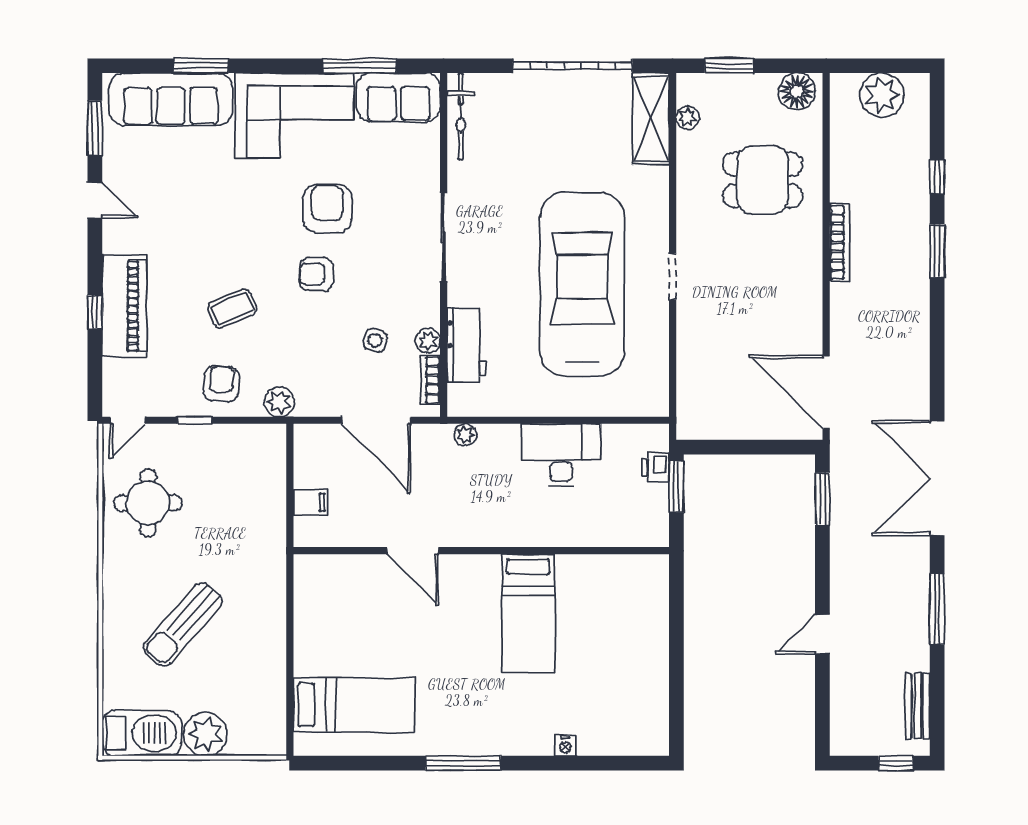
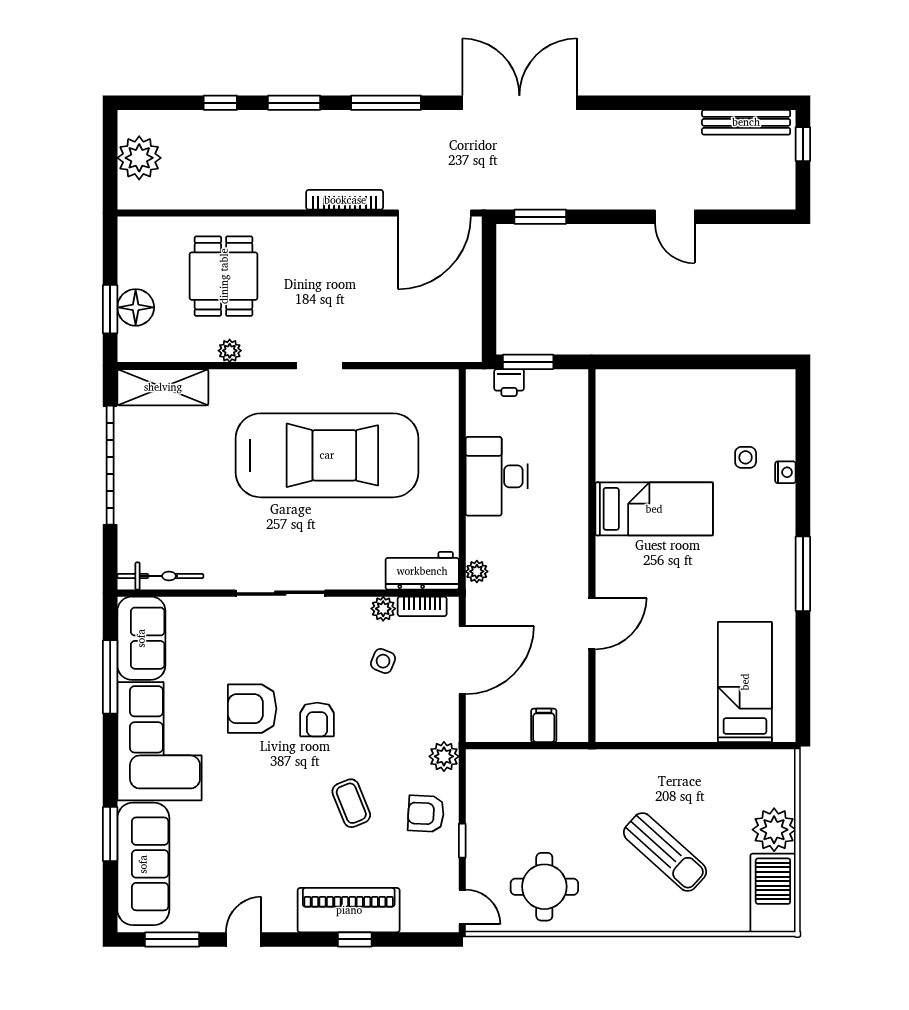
floor lamp: (797, 91) -> (136, 307), moved
plant: (688, 117) -> (230, 351), moved
bookcase: (840, 242) -> (345, 200), moved
car: (582, 284) -> (327, 455), turned 180
workbench: (466, 345) -> (422, 571), moved
double door: (937, 478) -> (519, 103), swing flipped
window: (937, 609) -> (386, 103), moved
side table: (580, 705) -> (746, 457), added
bench: (918, 706) -> (746, 122), width x1.36

